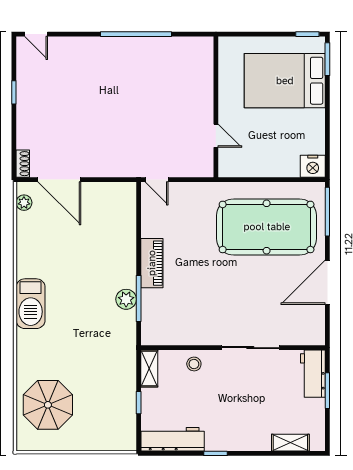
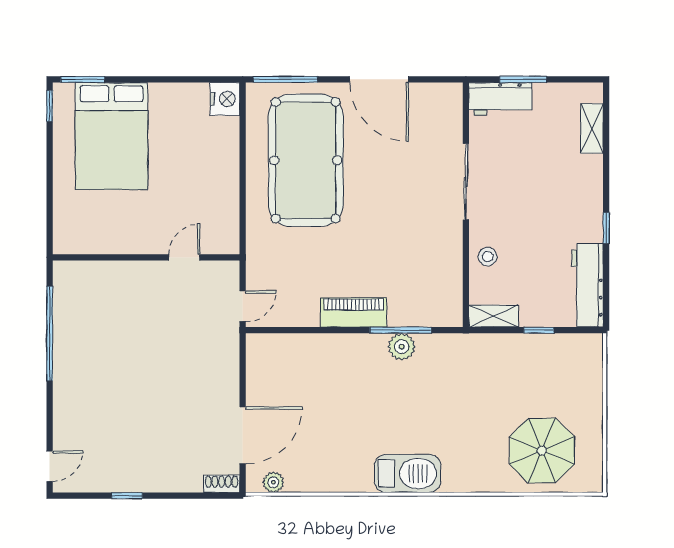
wall: (216, 107) -> (146, 257), moved
door: (216, 136) -> (184, 257), moved

